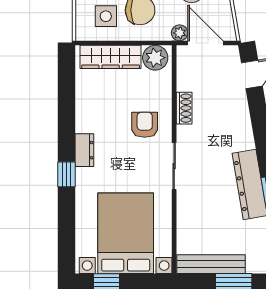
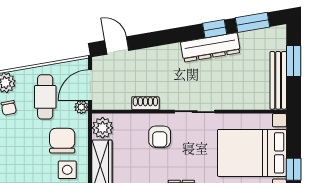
armchair: (145, 125) -> (160, 137), turned -90

